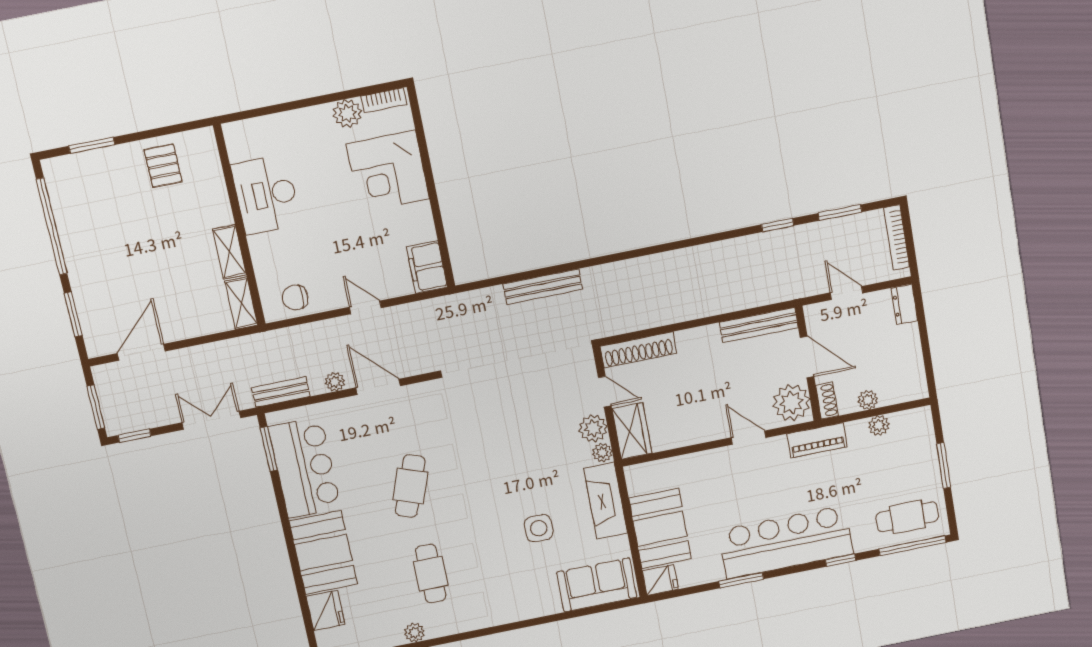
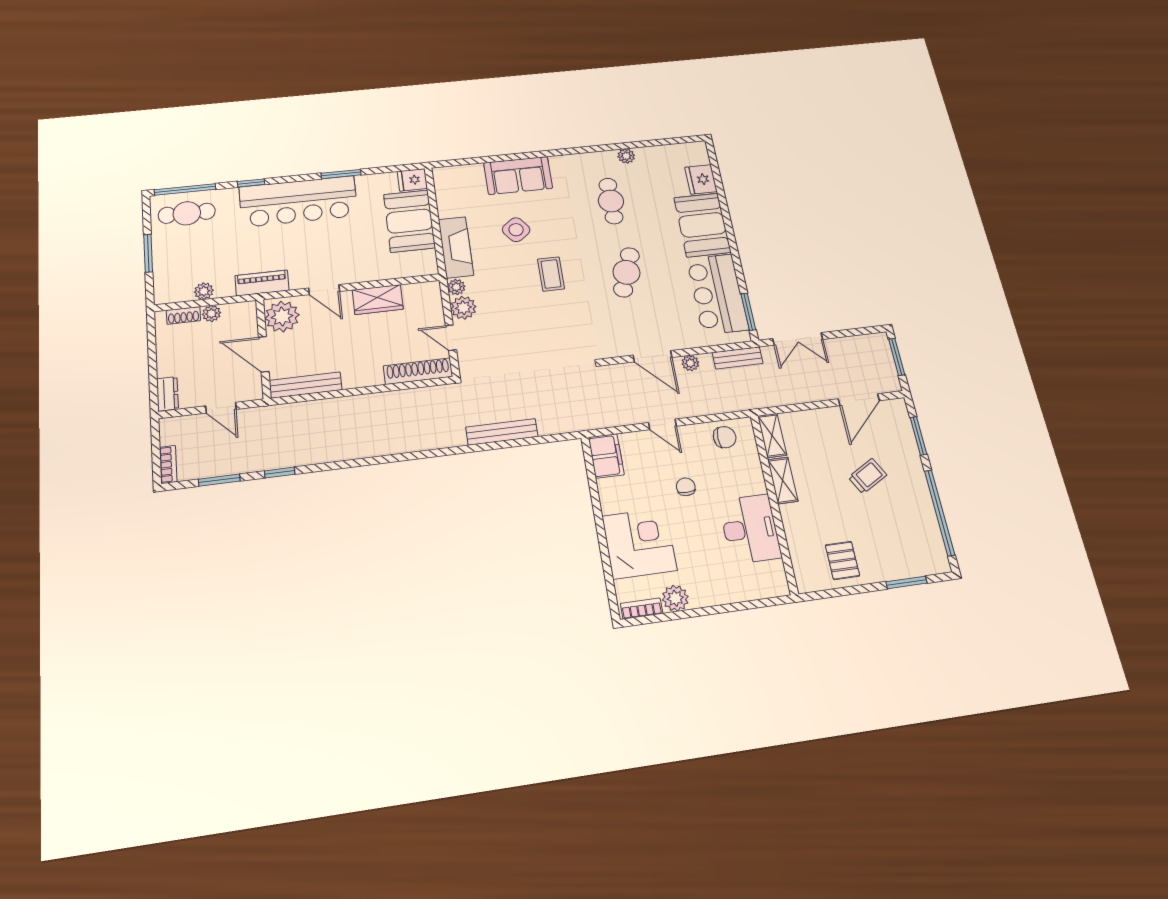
bookcase: (897, 237) -> (168, 464), width x0.64
chair: (338, 238) -> (686, 487), added
trolley: (133, 263) -> (868, 476), added
shoe rack: (827, 401) -> (183, 315), moved, turned -90
wardrobe: (632, 431) -> (378, 299), moved, turned -90
window: (134, 436) -> (863, 331), removed
coffee table: (497, 477) -> (551, 274), added
side table: (539, 528) -> (516, 230), turned -37
sofa: (597, 585) -> (518, 175), moved

